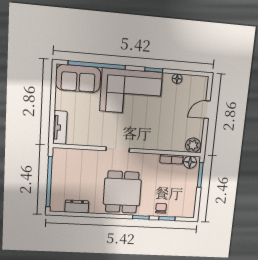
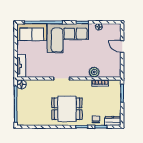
door: (207, 110) -> (122, 46), hinge flipped
plant: (193, 145) -> (94, 72), moved
floor lamp: (190, 162) -> (21, 84), moved
dining table: (122, 192) -> (67, 109), turned 90
dresser: (77, 207) -> (113, 121), moved

